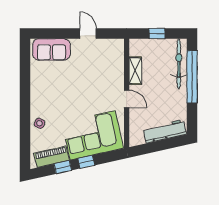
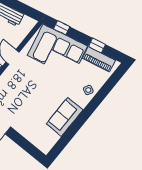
sofa: (51, 49) -> (65, 117), moved, turned -90
window: (86, 162) -> (62, 28), moved

